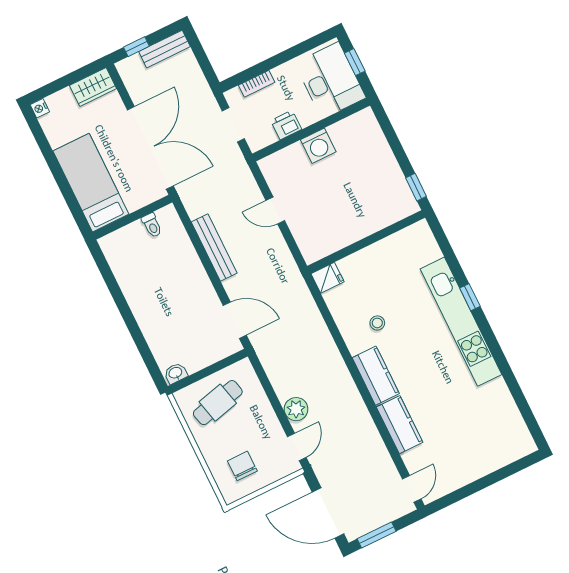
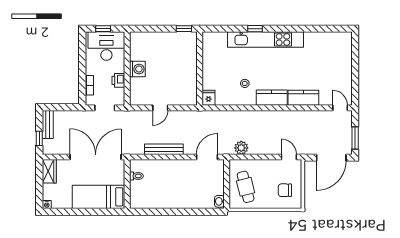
plant: (296, 409) -> (241, 148), moved

